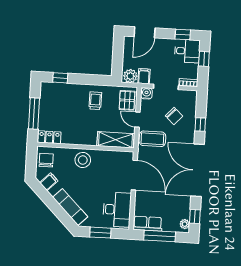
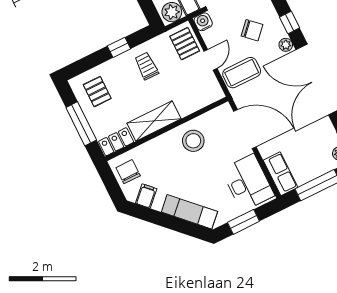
window: (60, 78) -> (119, 47), moved
pallet: (55, 99) -> (97, 92), added
door: (137, 120) -> (210, 60), swing flipped
plant: (190, 137) -> (286, 45), added
shelving: (116, 140) -> (154, 121), moved
stool: (83, 160) -> (193, 141), moved
row of seats: (148, 224) -> (280, 174), moved, turned 90

